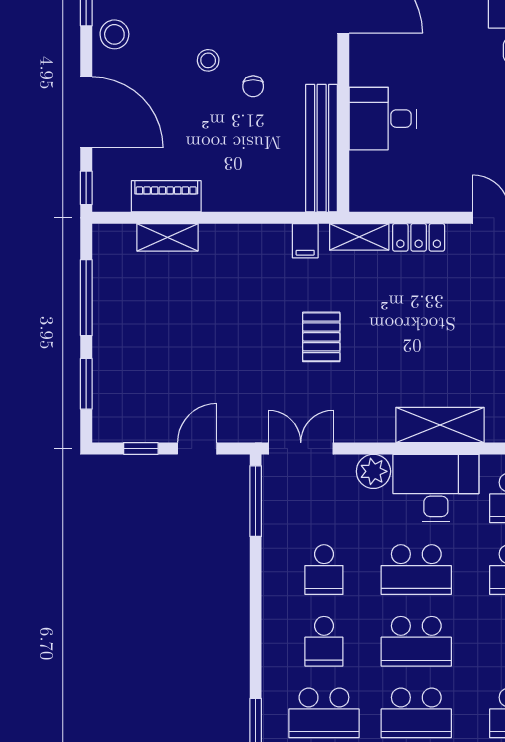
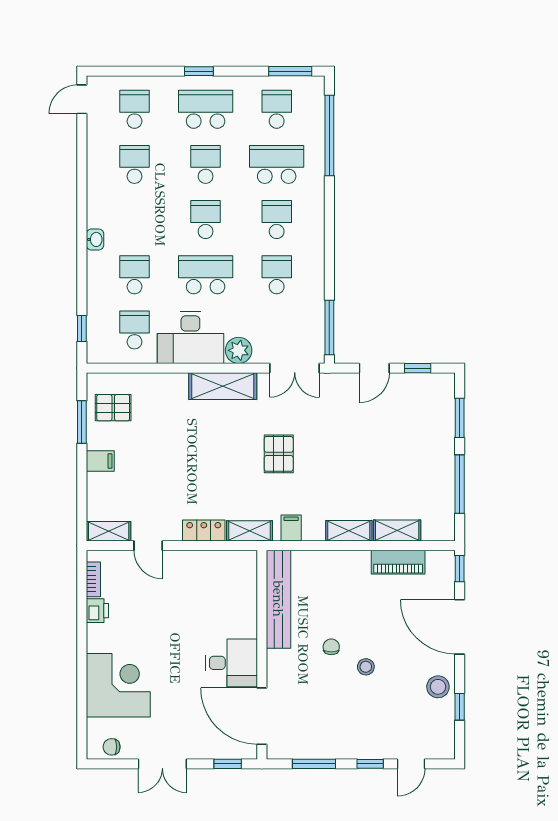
desk: (383, 119) -> (231, 663), moved
shelving: (230, 237) -> (349, 531), added
shelving: (440, 425) -> (223, 386), moved
school desk: (416, 641) -> (206, 220), width x0.54
school desk: (416, 713) -> (206, 164), width x0.54

